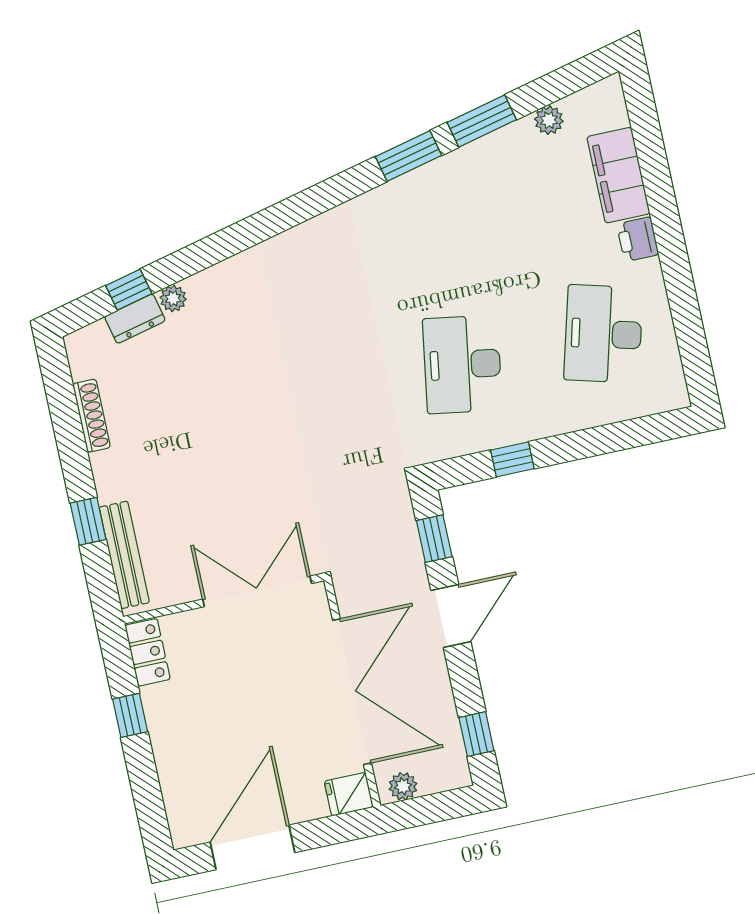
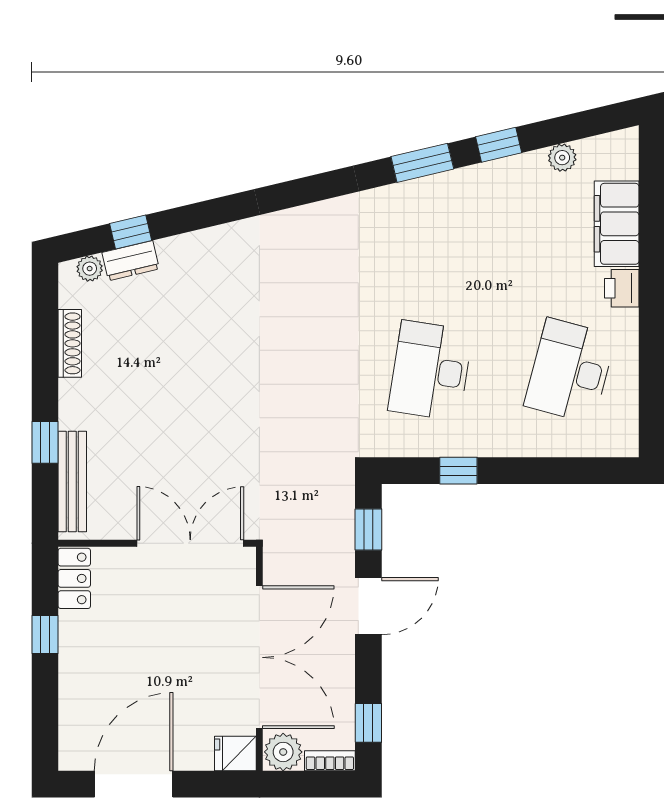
window: (482, 121) -> (499, 145), width x0.67
plant: (173, 298) -> (90, 269), moved
bookcase: (446, 781) -> (330, 761), added
plant: (403, 786) -> (283, 752), width x1.38, depth x1.38

